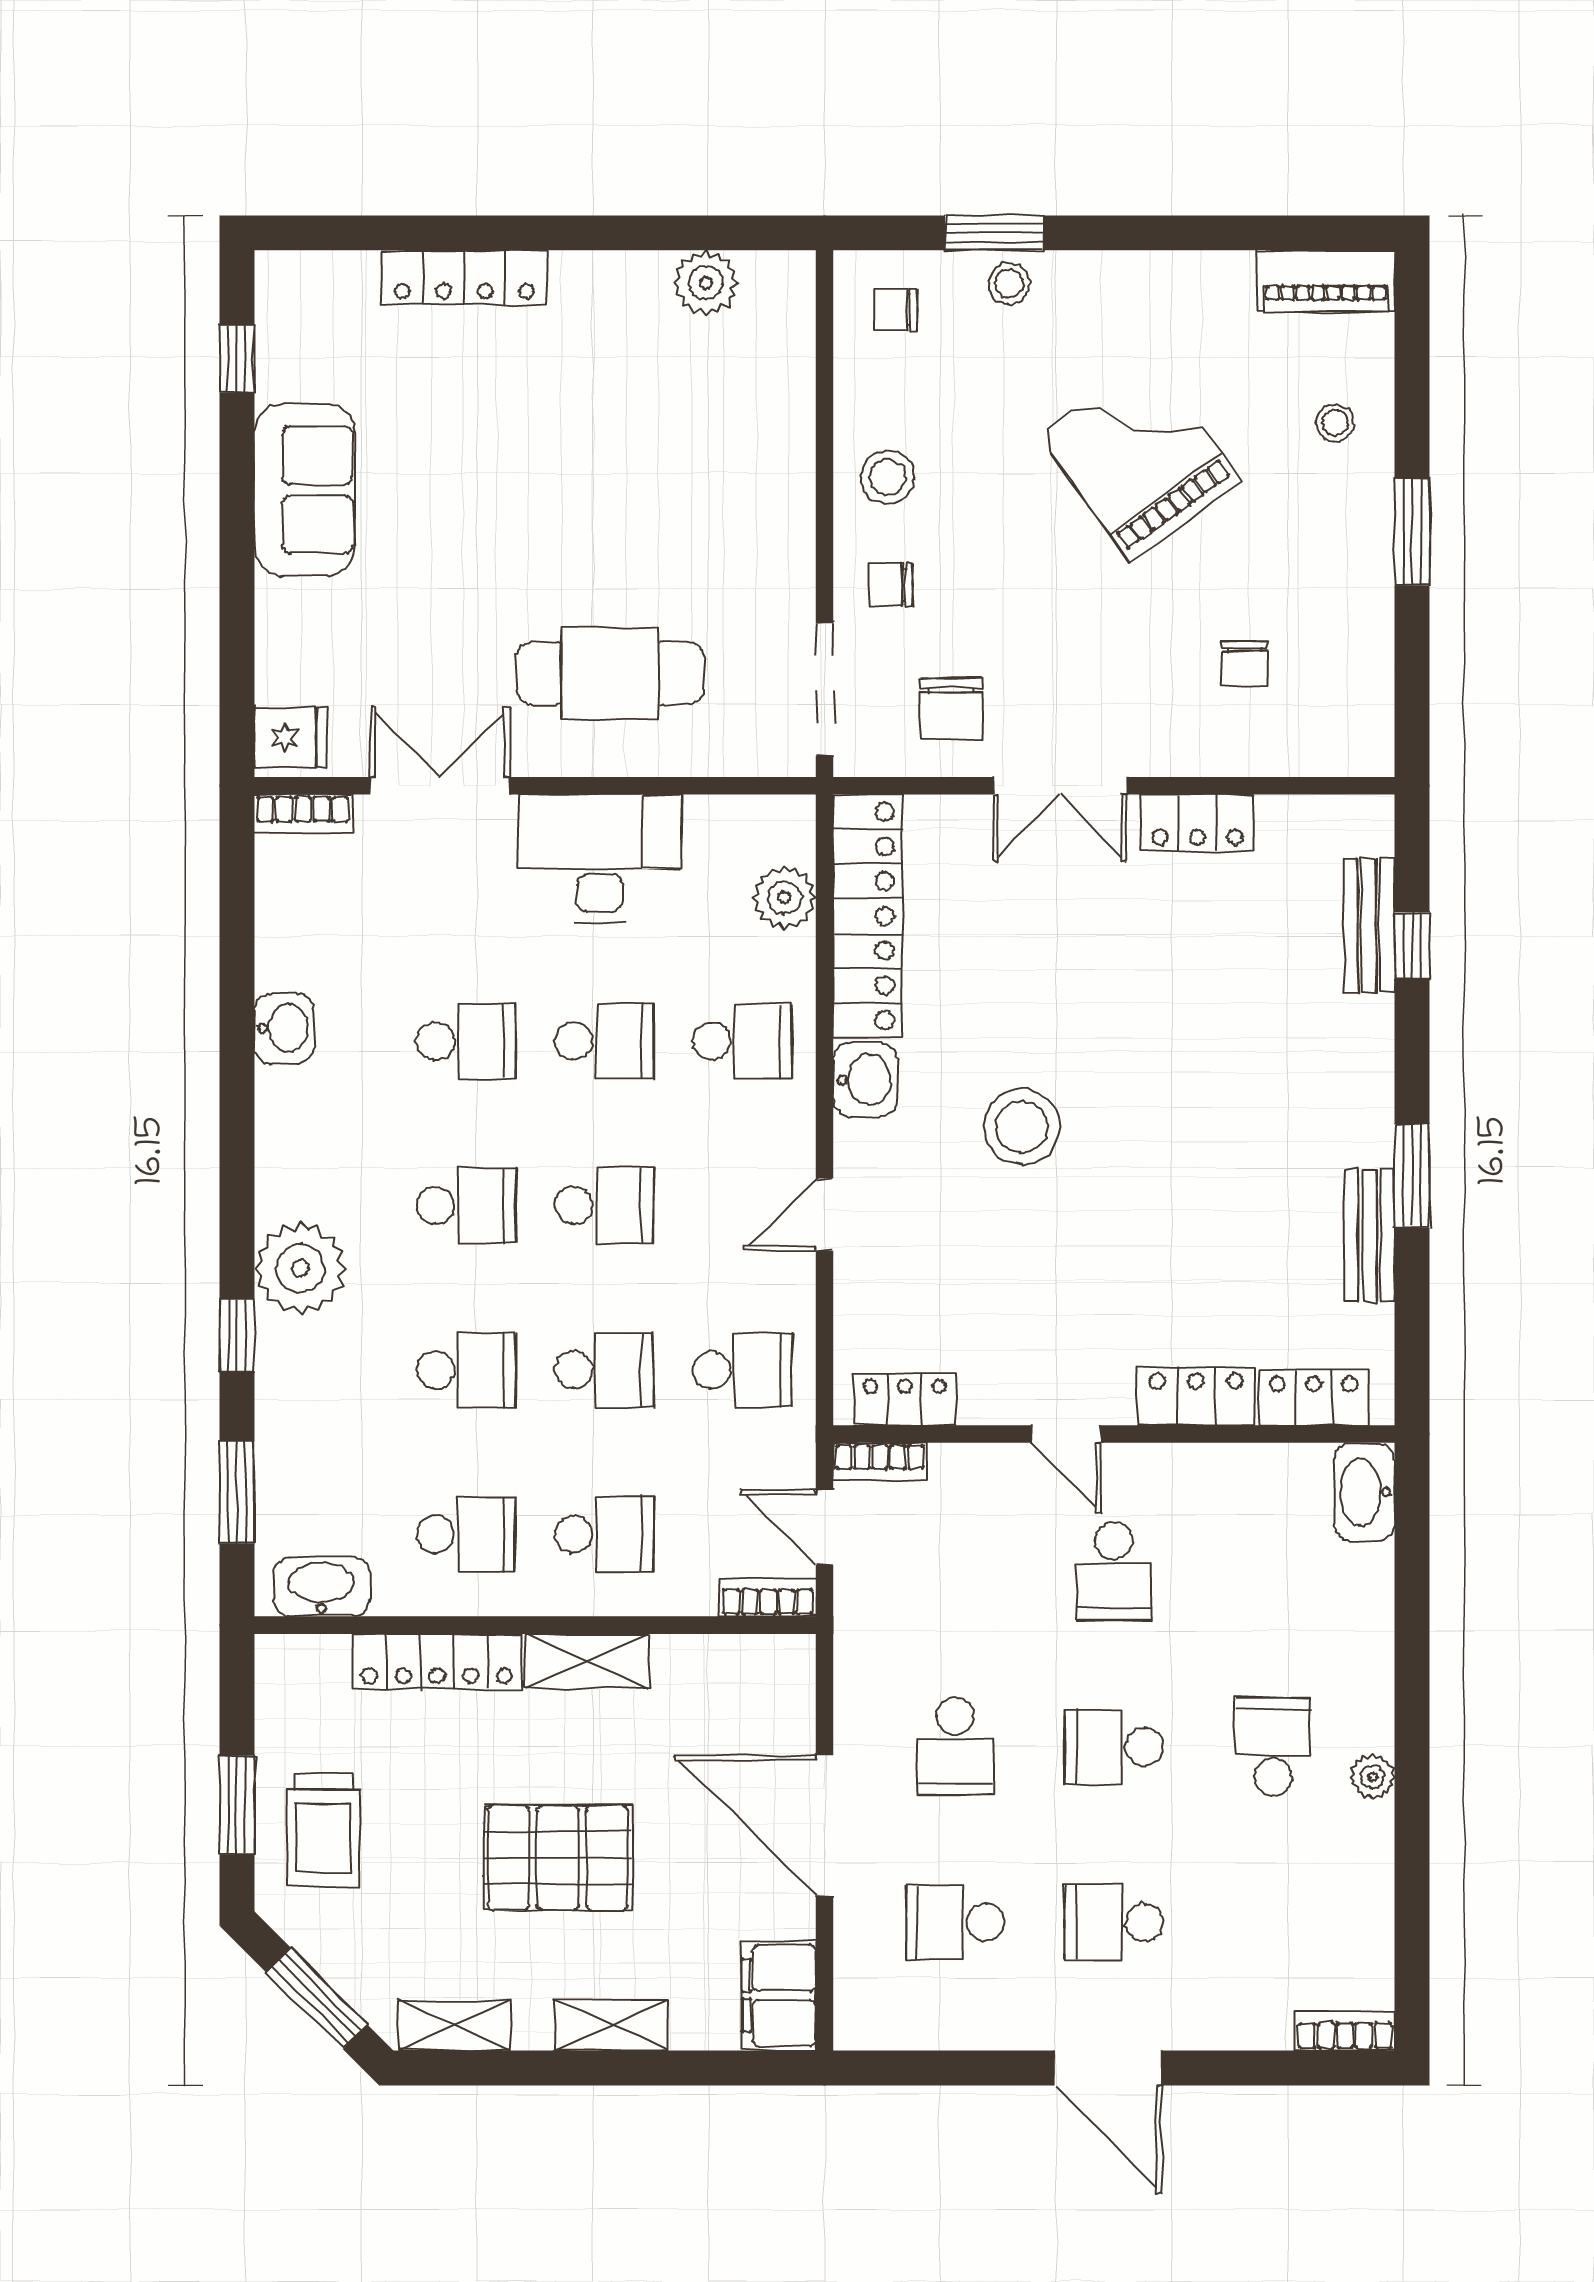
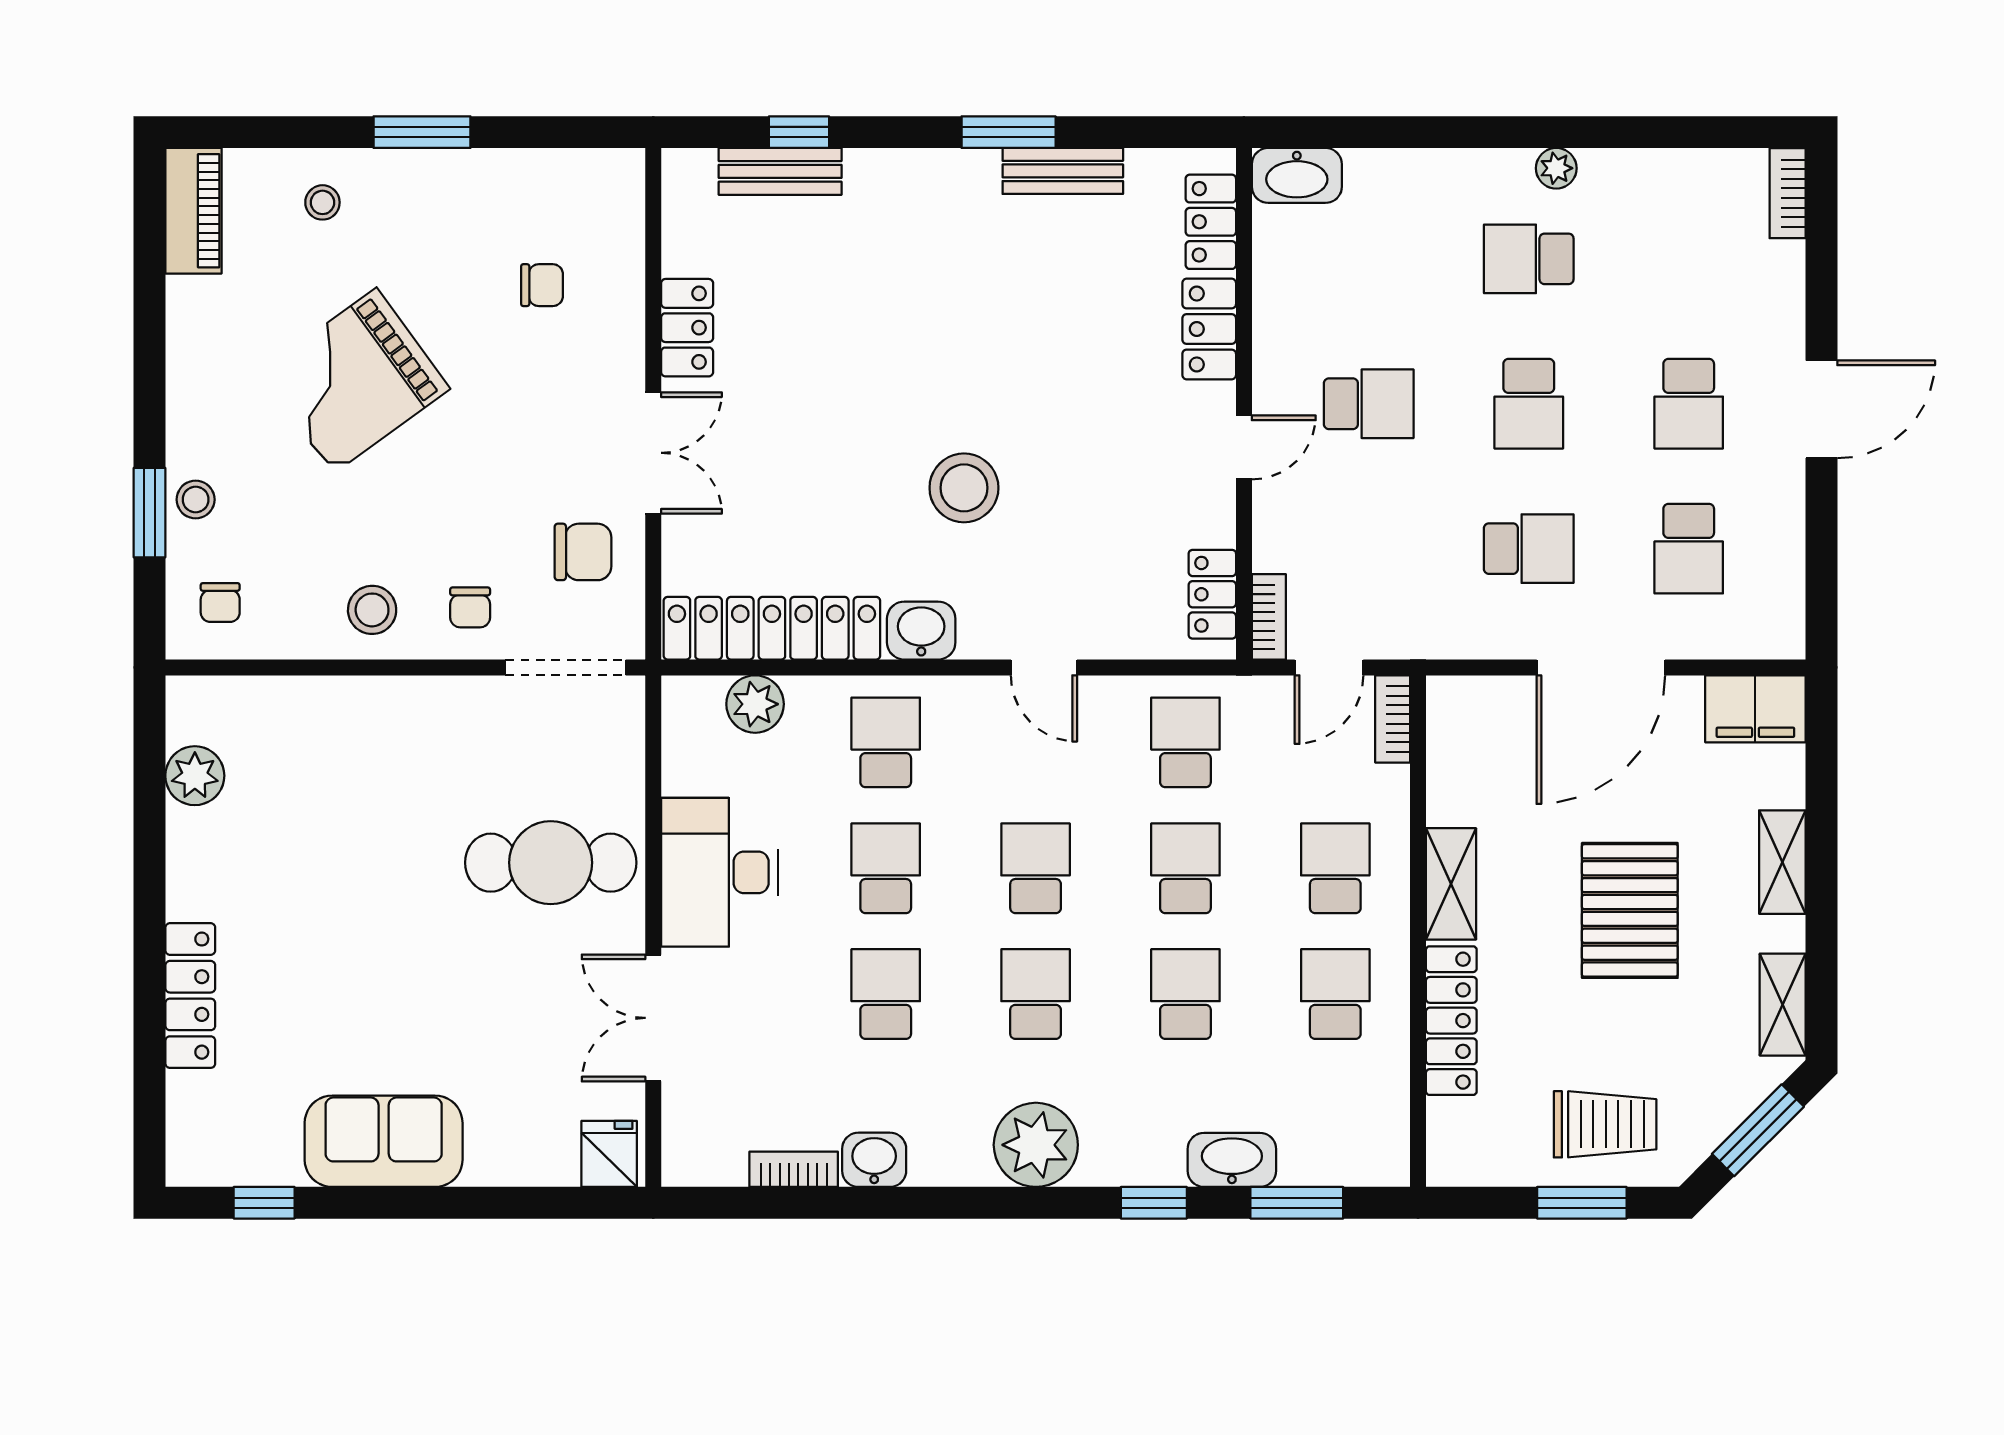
cafe table: (610, 673) -> (551, 863), turned 90
bookcase: (303, 814) -> (794, 1169), moved, turned -90
plant: (301, 1268) -> (1036, 1145), moved
washbasin: (321, 1587) -> (1232, 1160), moved, turned 90

